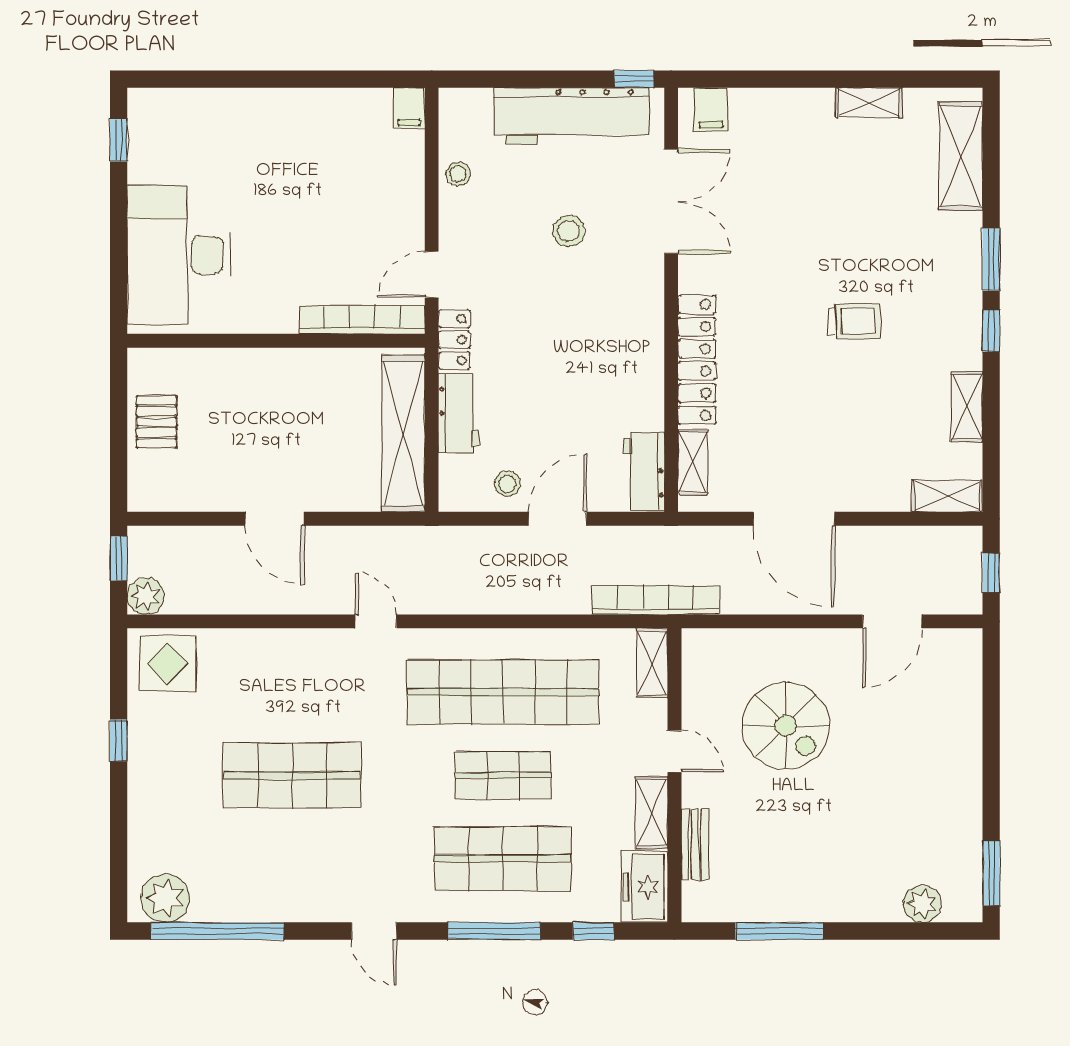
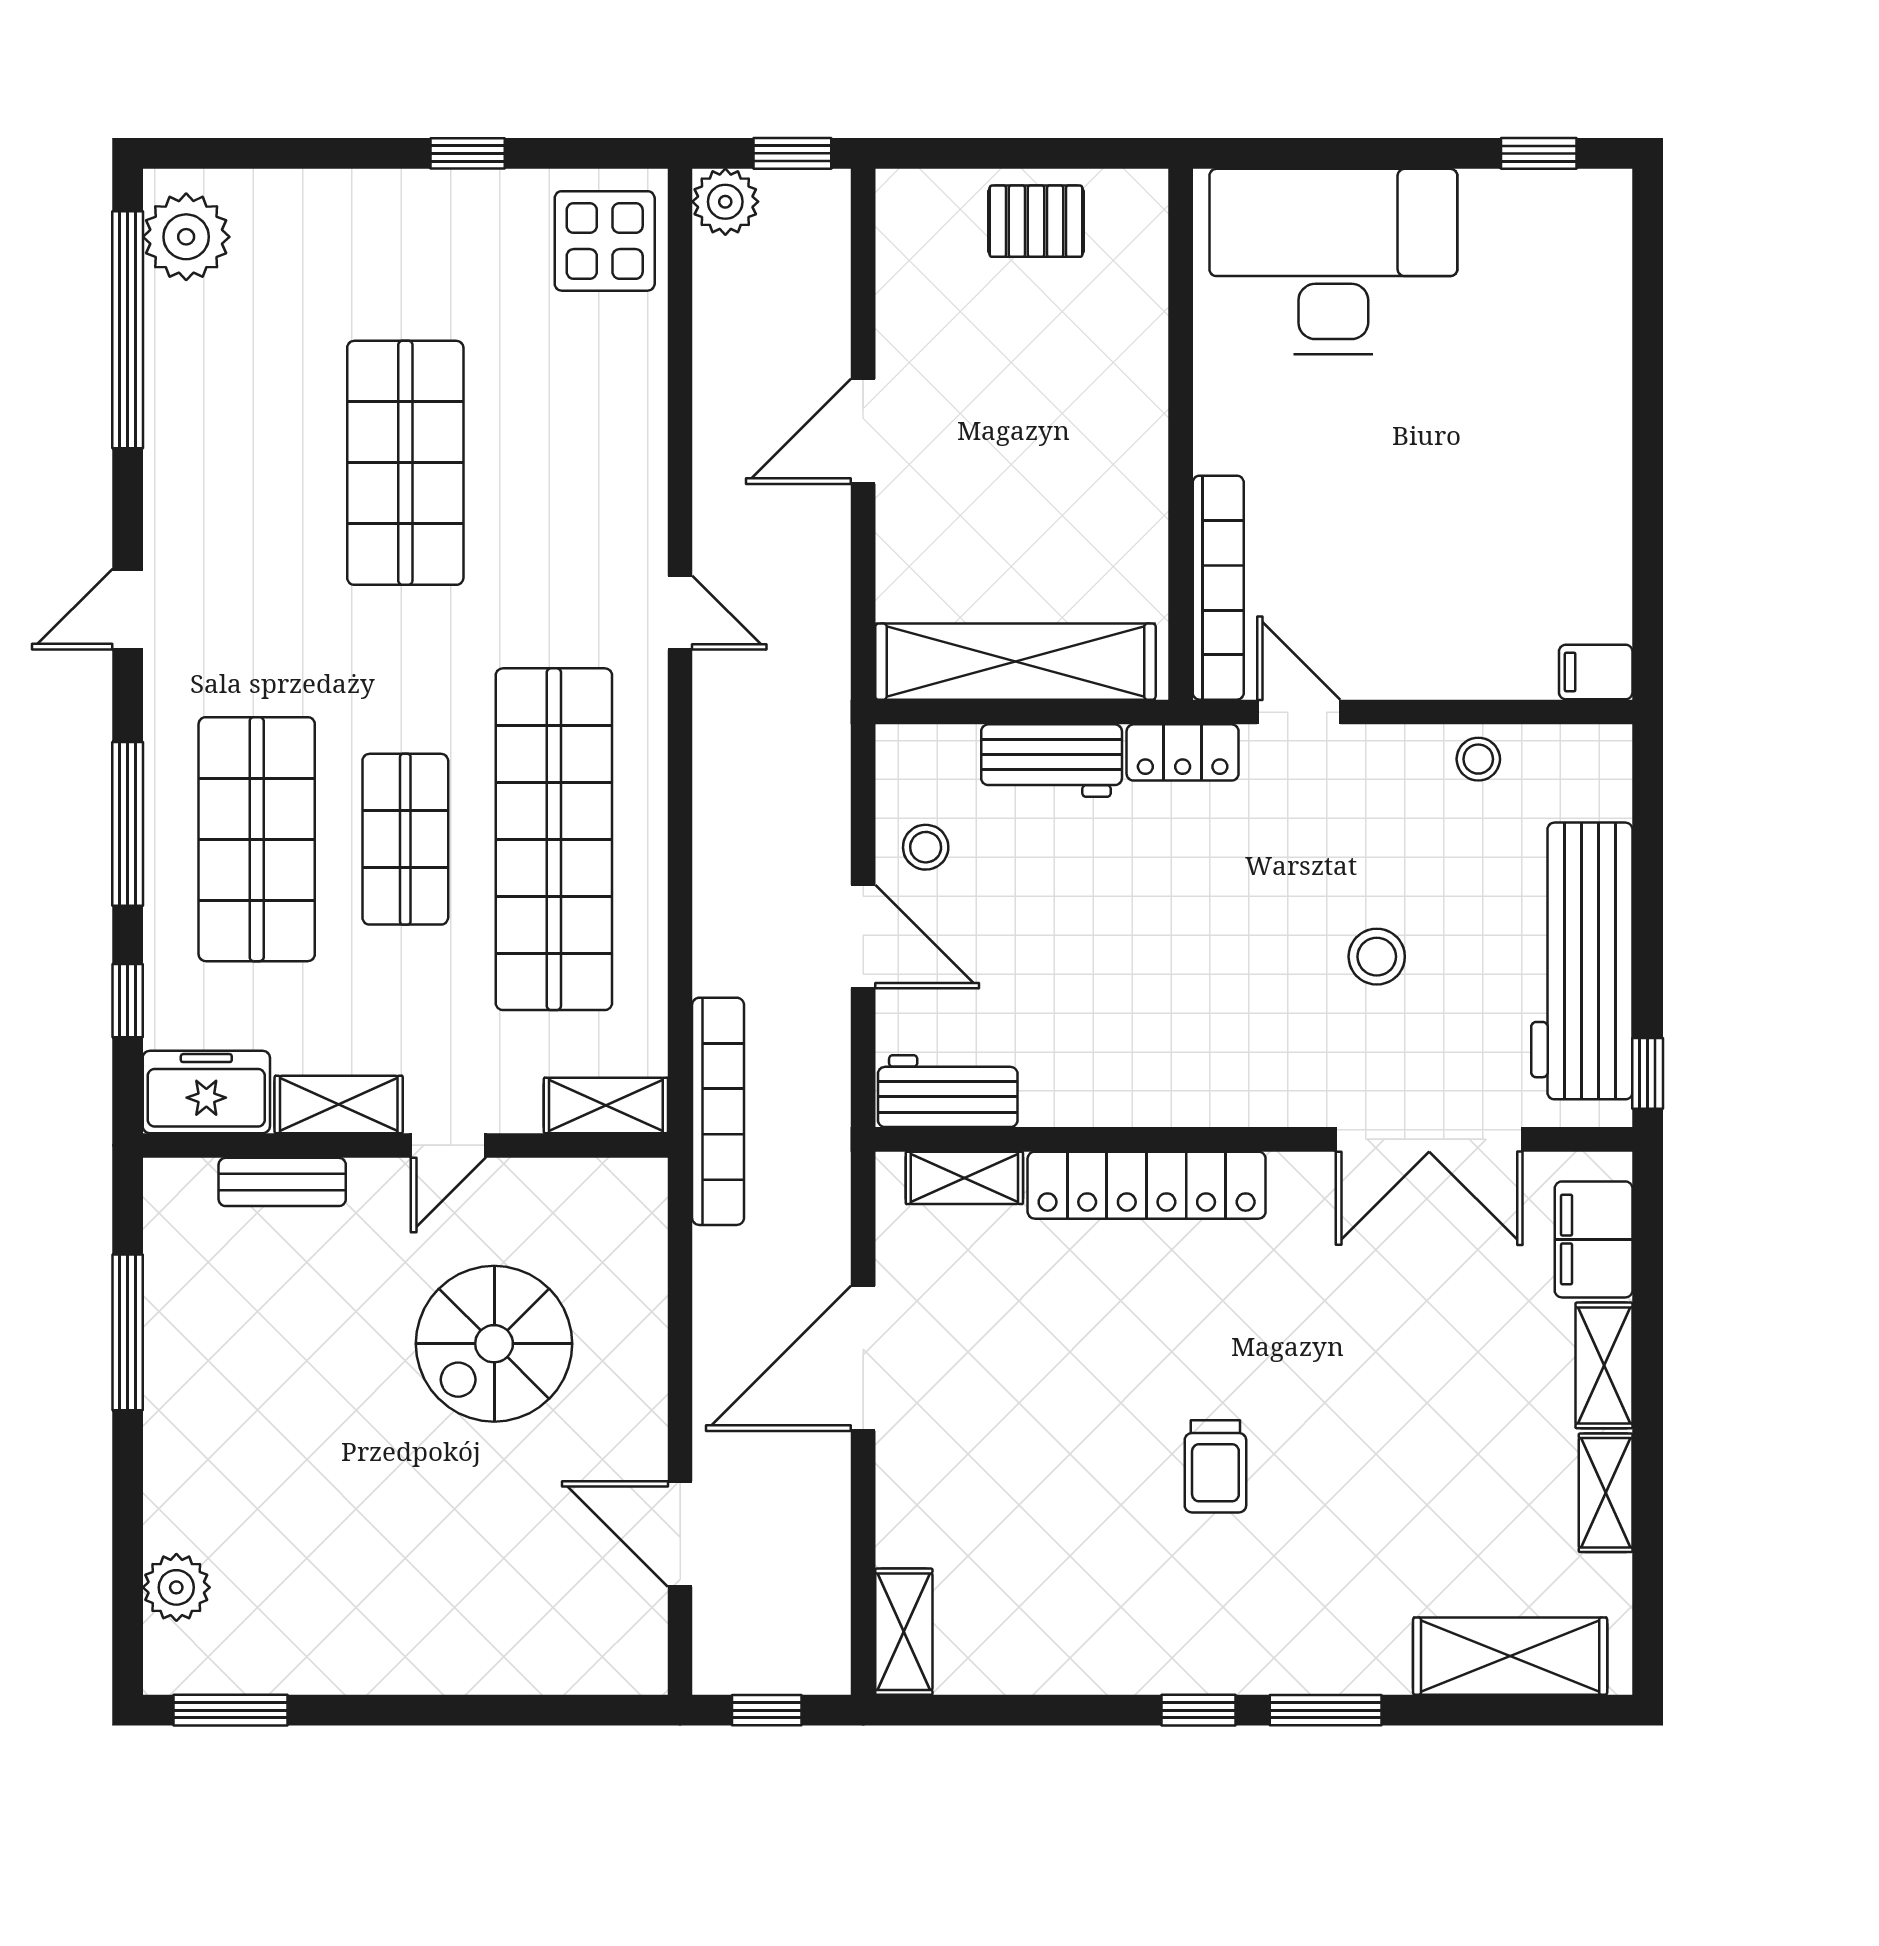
filing cabinet: (711, 109) -> (1594, 1239), width x2.00
shelving: (967, 407) -> (1604, 1365), moved, turned 90
door: (376, 621) -> (680, 613), hinge flipped

